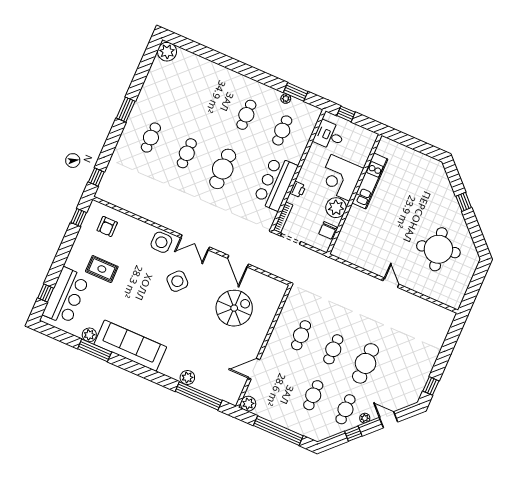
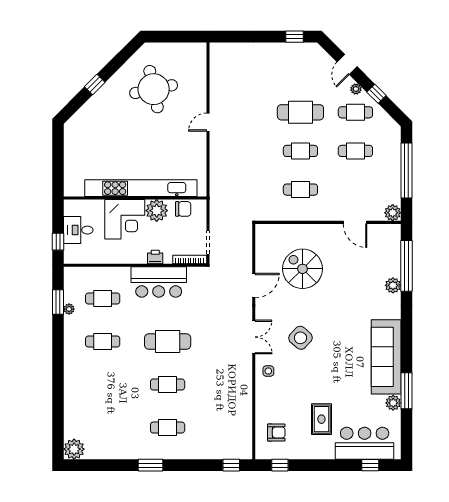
desk: (329, 135) -> (78, 230), moved, turned 90
kitchen unit: (370, 181) -> (141, 188), width x1.86
side table: (161, 242) -> (268, 371), width x0.54, depth x0.54

